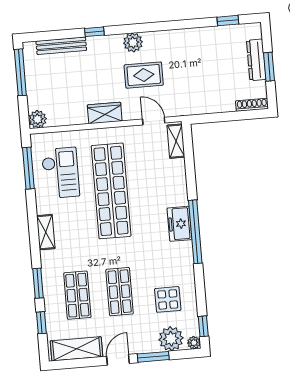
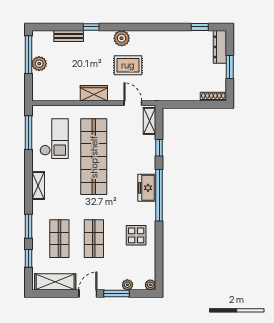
bench: (61, 46) -> (69, 36), width x0.73
dresser: (256, 60) -> (220, 47), moved
plant: (38, 119) -> (39, 64), moved
display table: (168, 299) -> (136, 235), moved
window: (203, 326) -> (159, 148), moved
plant: (171, 339) -> (127, 285), width x0.53, depth x0.53

